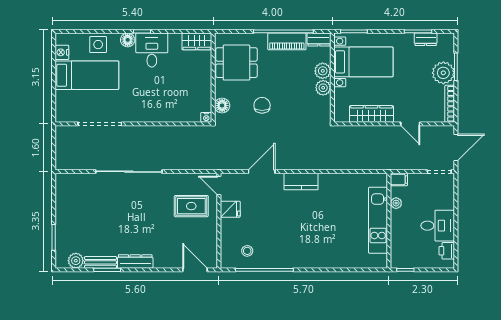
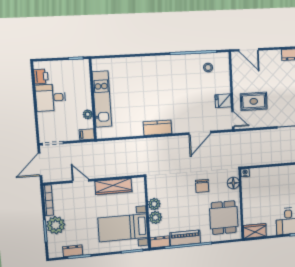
dining table: (236, 63) -> (224, 218), turned 90
kitchen counter: (301, 182) -> (158, 128), moved

